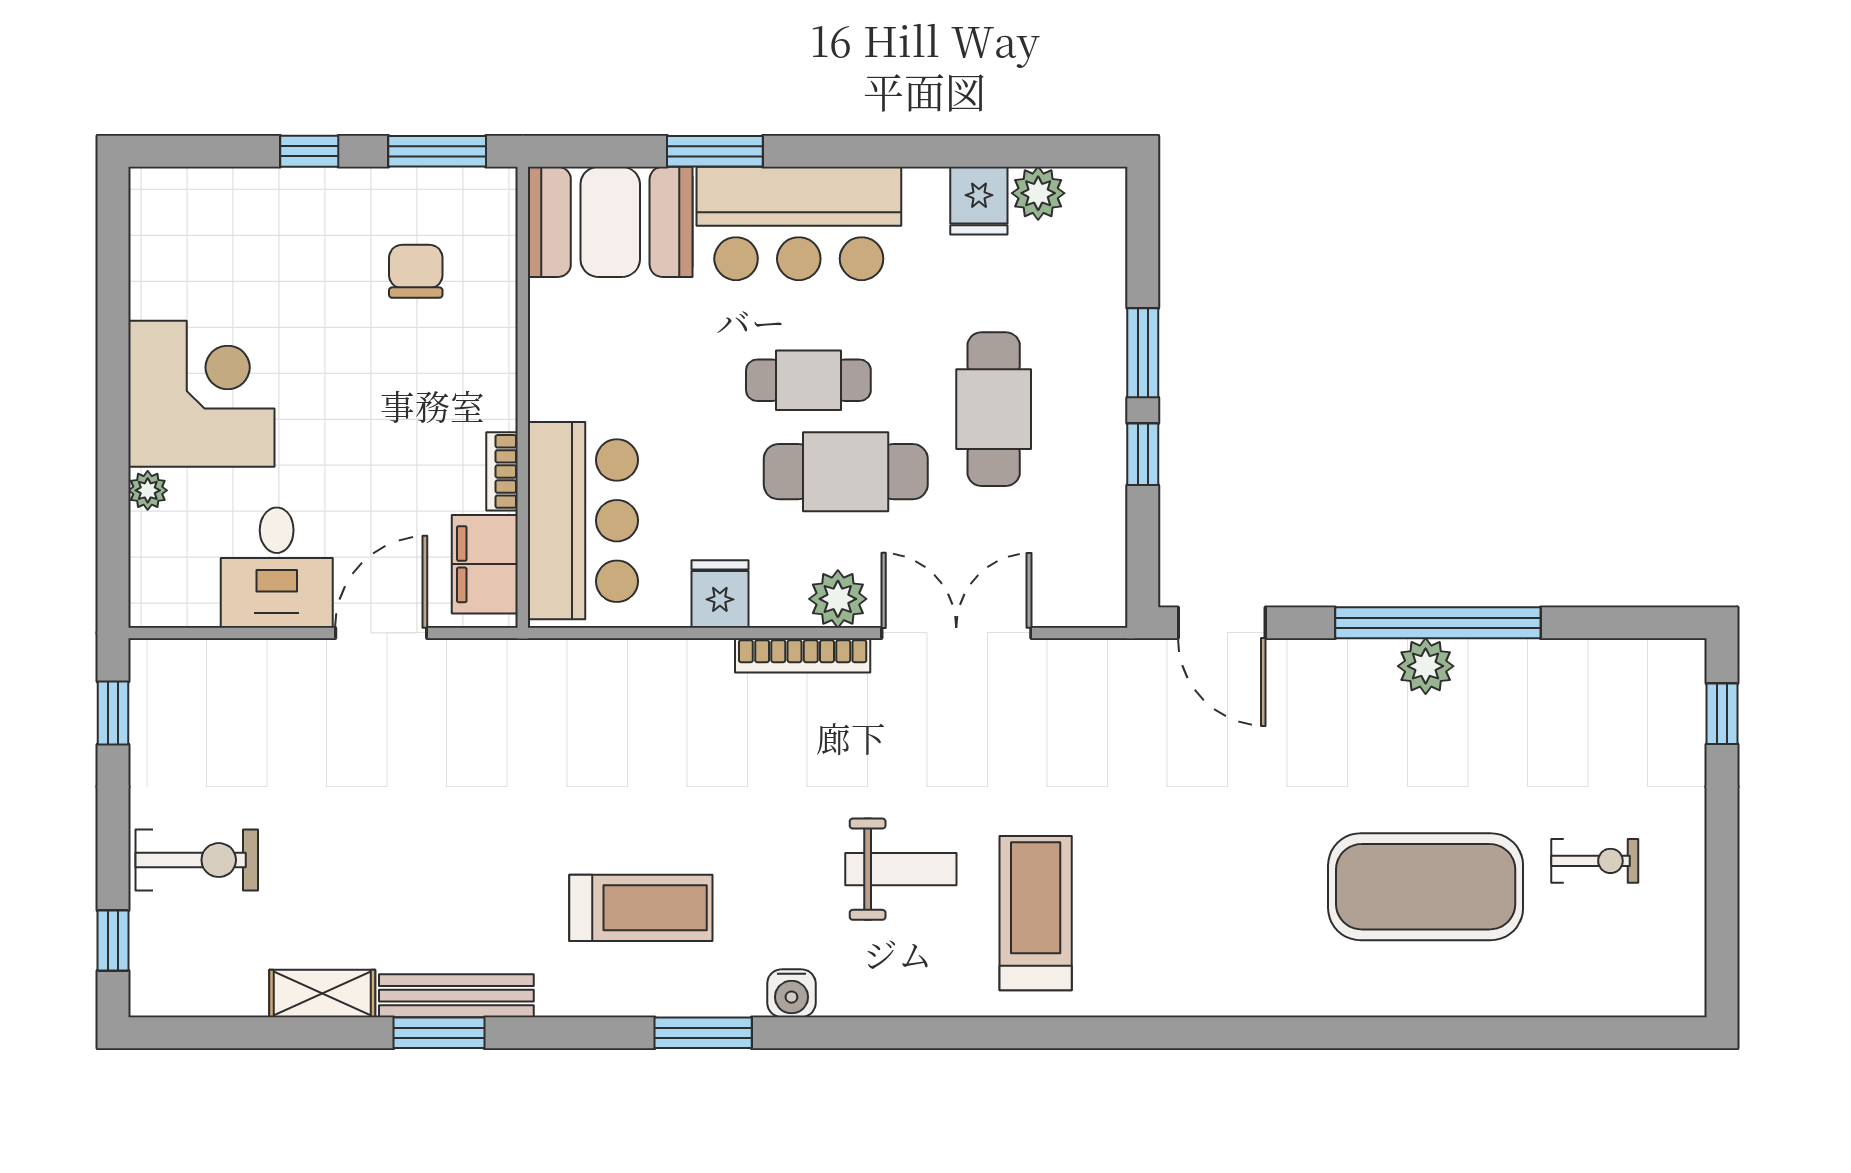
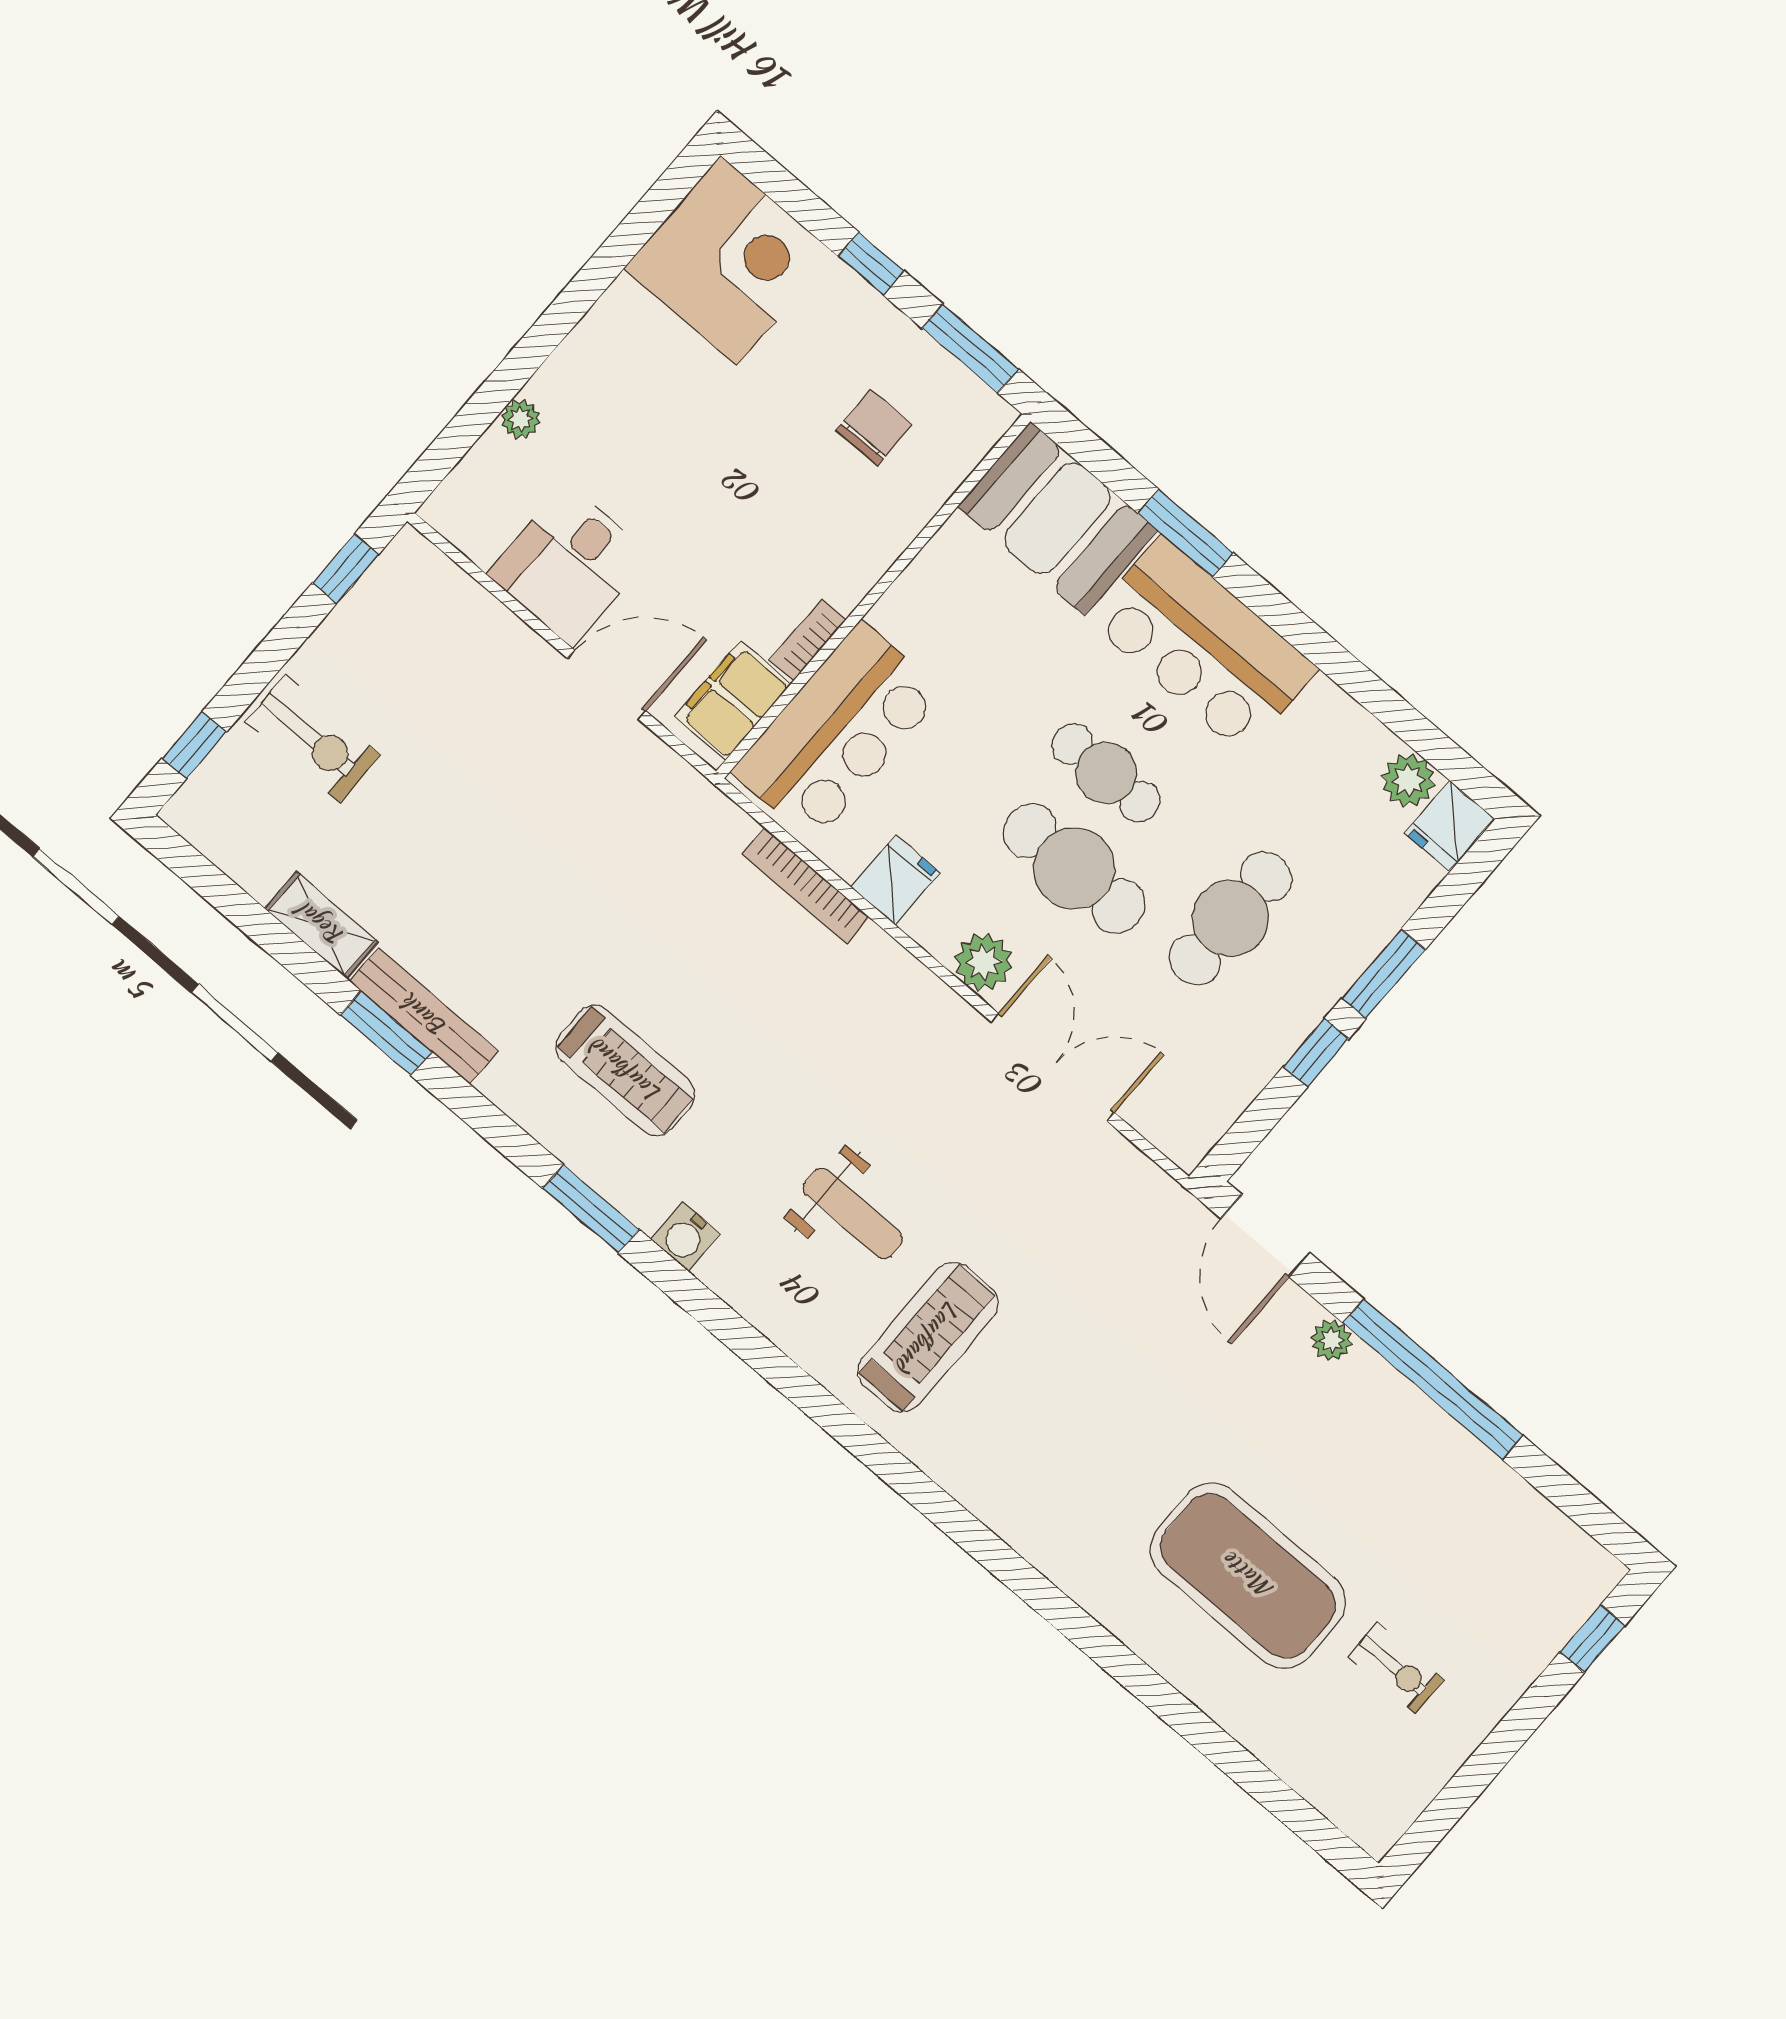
fridge: (979, 201) -> (1449, 826), moved
corner desk: (201, 394) -> (729, 260), moved
bookcase: (803, 655) -> (806, 886), moved
plant: (1426, 666) -> (1331, 1340), moved, width x0.73, depth x0.73

